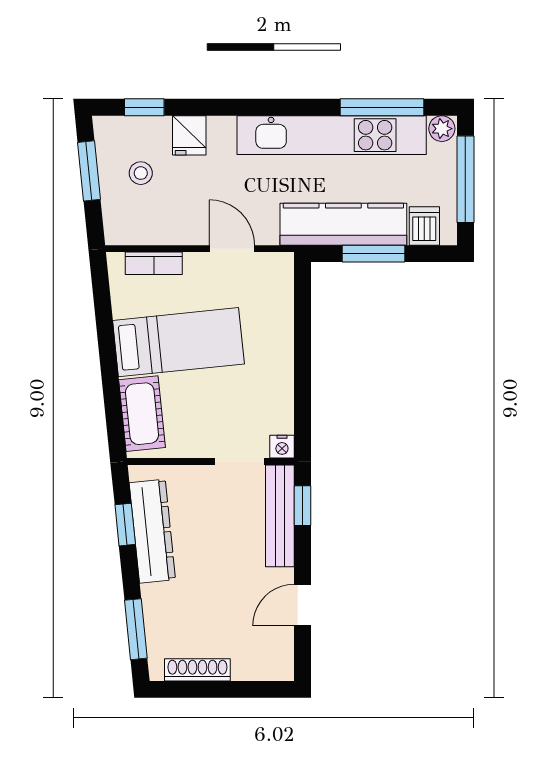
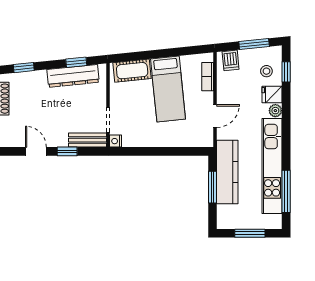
plant: (442, 129) -> (275, 111), moved
stool: (141, 173) -> (266, 71), moved
window: (465, 179) -> (250, 233), width x0.69
dishwasher: (424, 226) -> (231, 60), moved, turned 84
window: (303, 506) -> (67, 151), moved
bench: (280, 516) -> (88, 140), width x0.73
window: (136, 629) -> (24, 68), width x0.67

